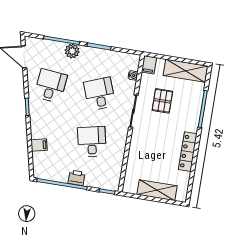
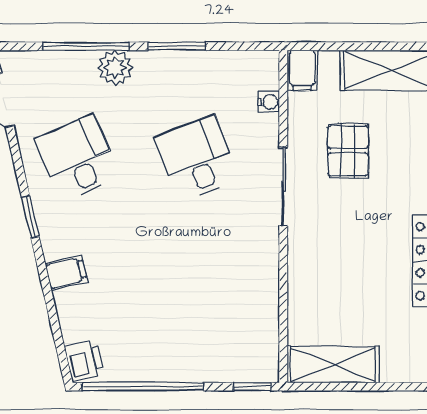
desk: (51, 86) -> (78, 158), turned -30
desk: (92, 142) -> (197, 275), removed
filing cabinet: (39, 145) -> (66, 273), moved
printer: (77, 178) -> (84, 361), moved, turned 77
shelving: (157, 190) -> (333, 364), moved

